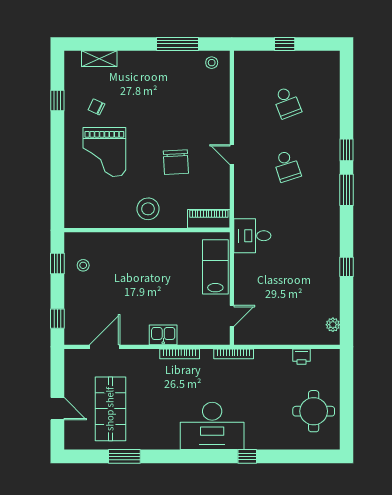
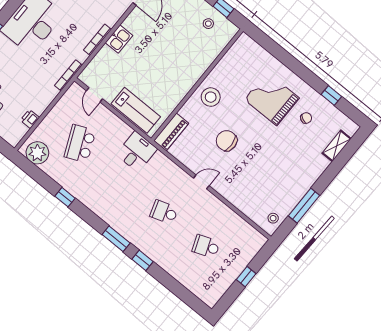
school desk: (287, 293) -> (80, 144), added
plant: (333, 325) -> (37, 153), width x1.88, depth x1.88

